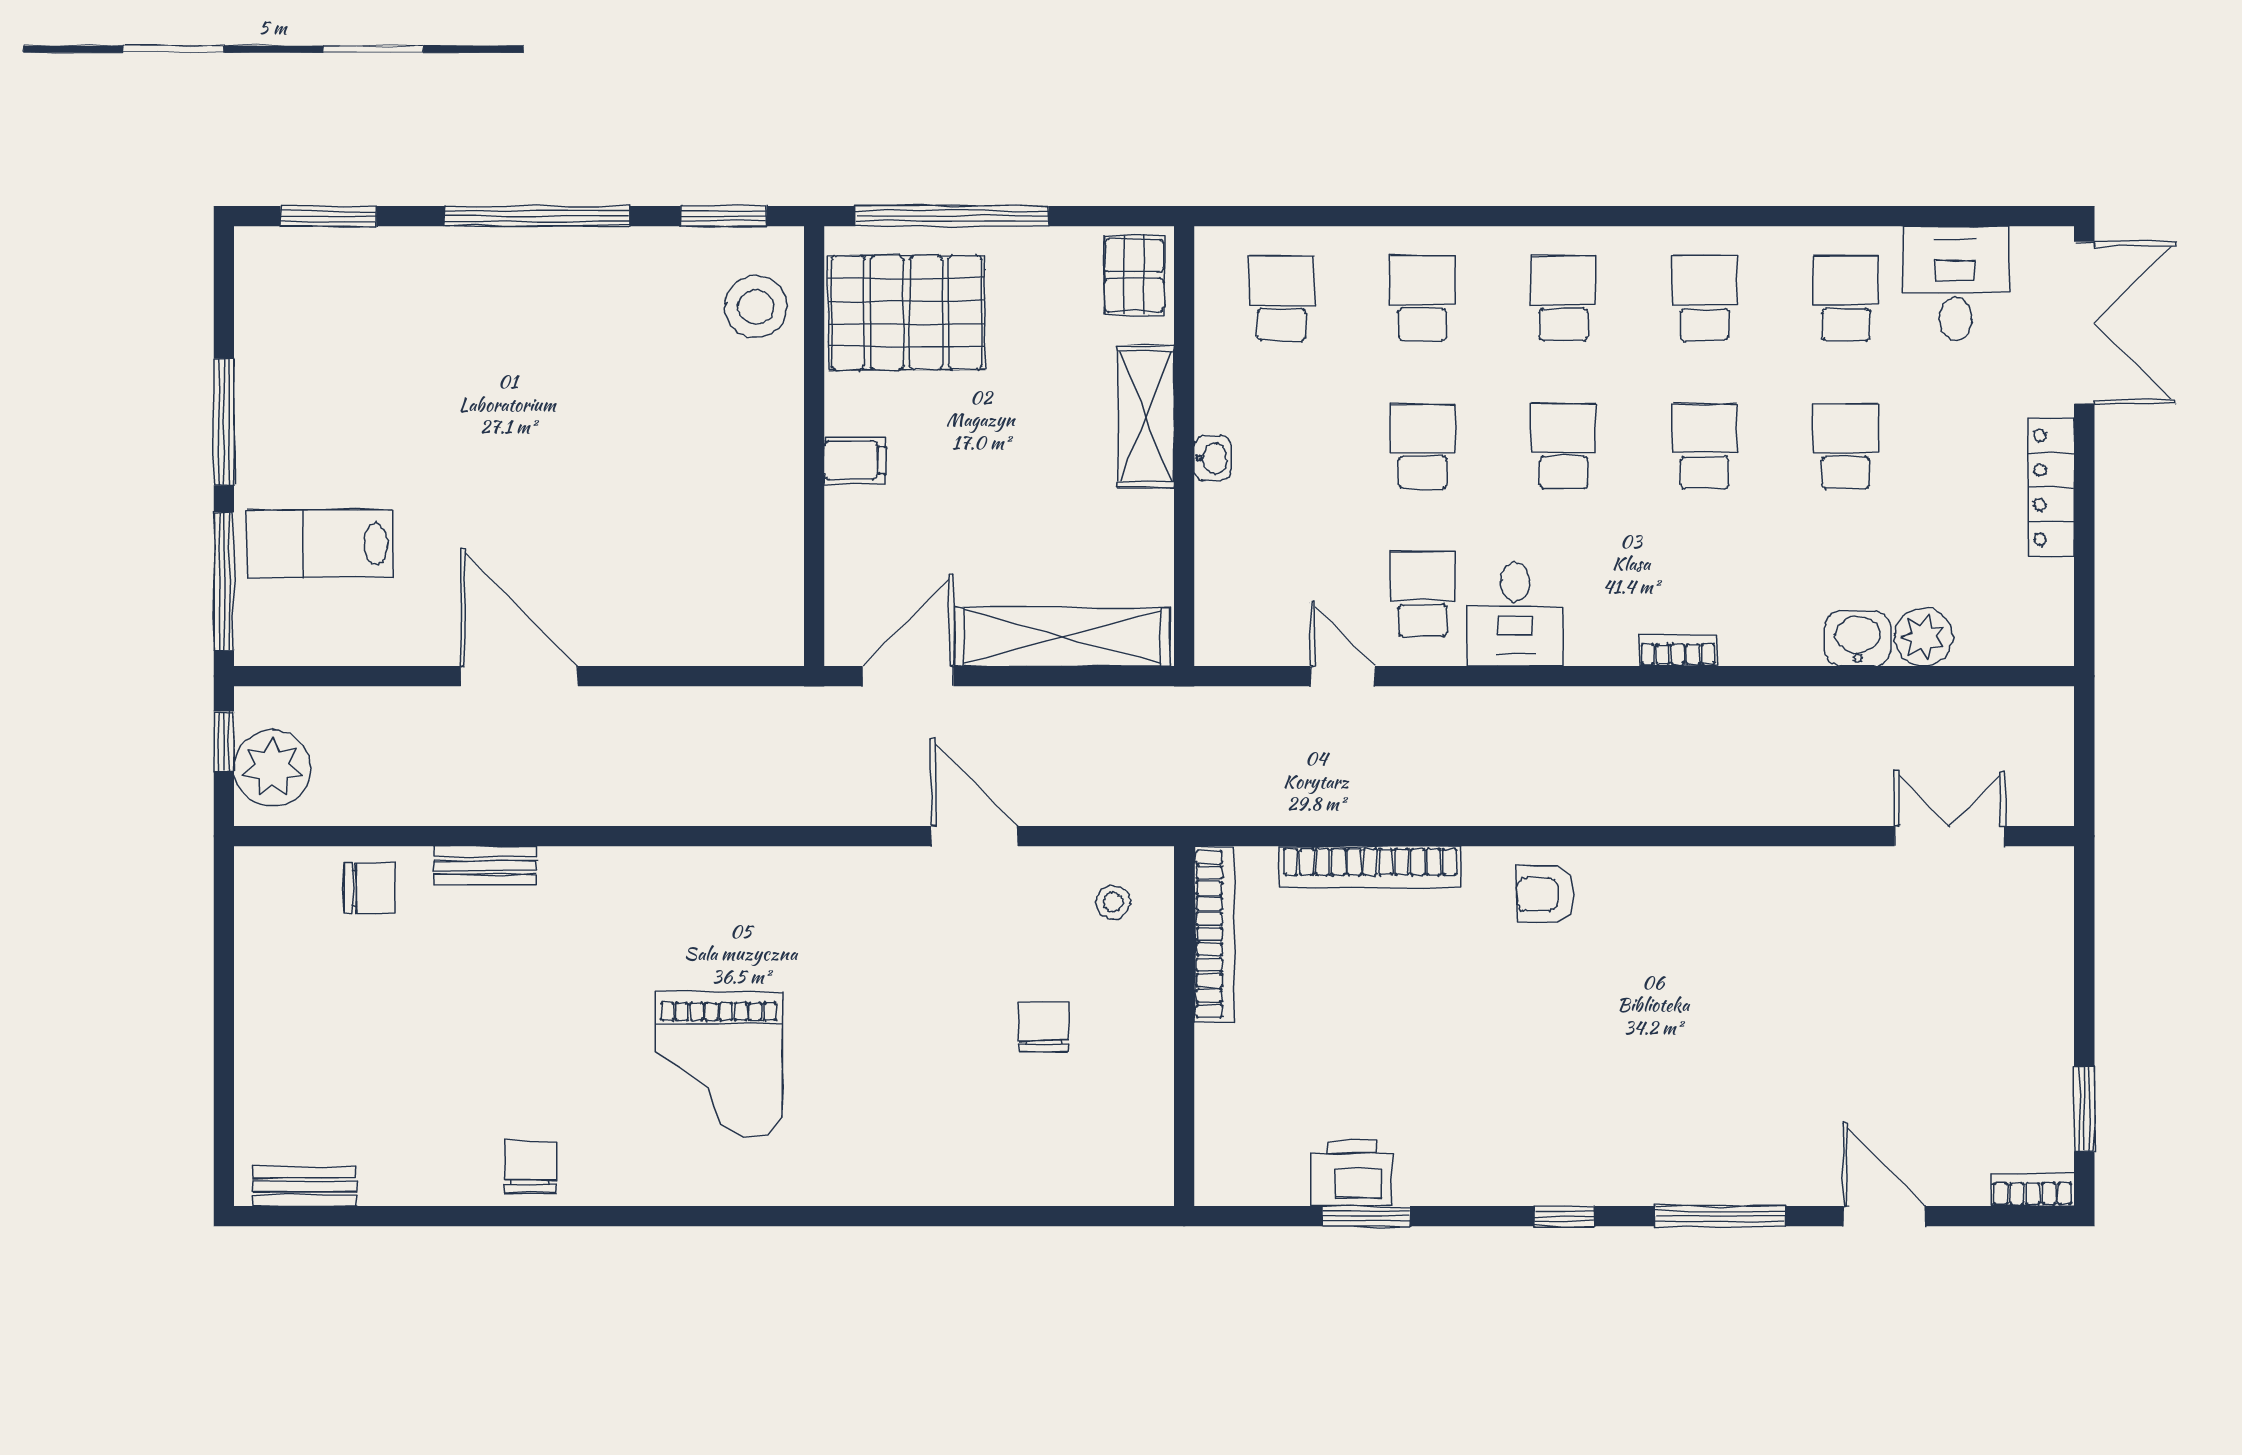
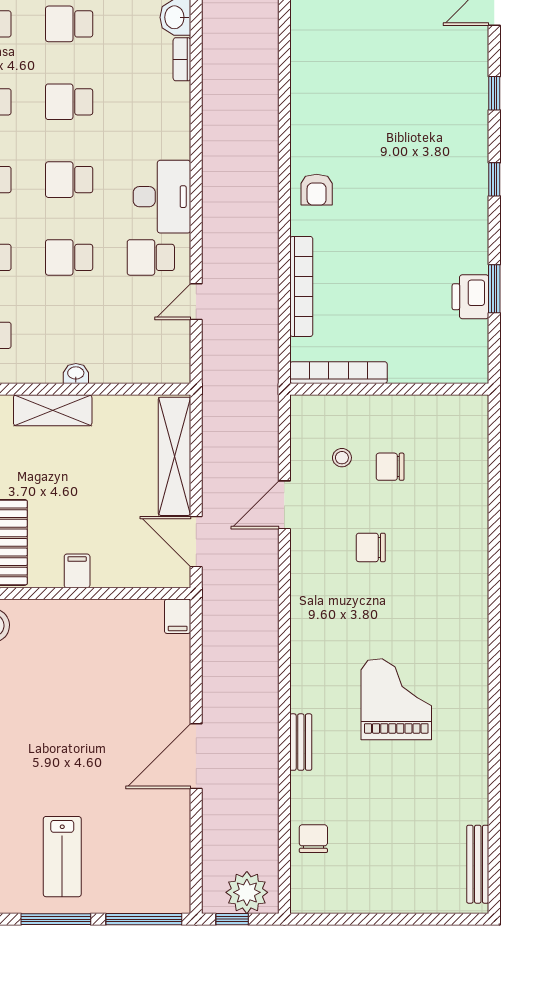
lab bench: (320, 544) -> (62, 857), moved
desk: (1515, 614) -> (162, 197), width x1.37
filing cabinet: (773, 643) -> (178, 616), added
bookcase: (1678, 650) -> (182, 59), moved
bench: (485, 866) -> (301, 742), moved
stool: (1113, 902) -> (342, 458), moved
grand piano: (719, 1065) -> (396, 699), moved, turned -90
chair: (531, 1167) -> (371, 547), moved
bench: (304, 1186) -> (478, 864), width x1.36
window: (1720, 1216) -> (494, 93), width x0.46

